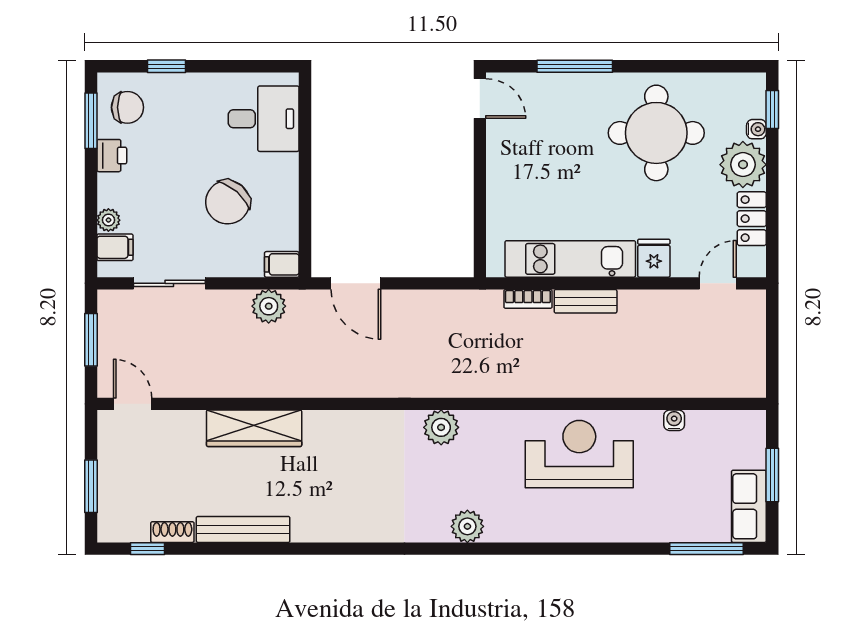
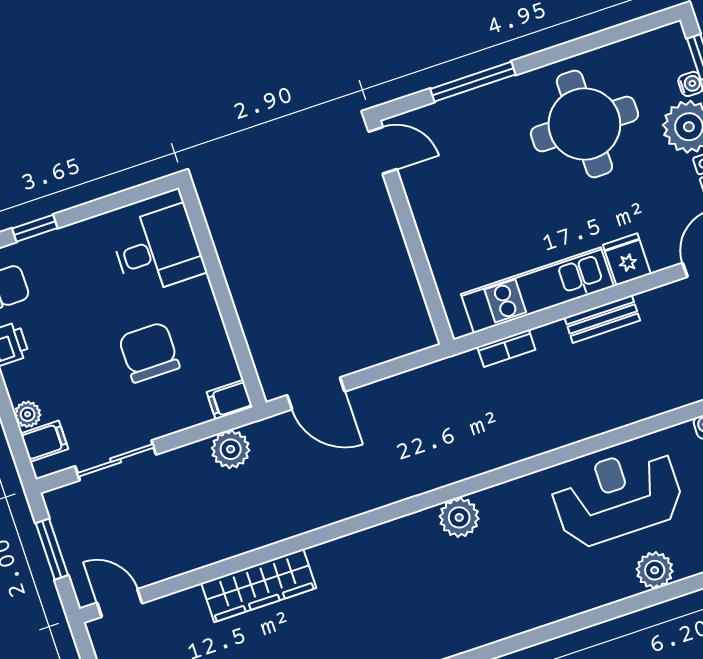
chair: (228, 202) -> (149, 352), turned 139
bench: (586, 301) -> (602, 319), moved
plant: (467, 526) -> (655, 570), moved

